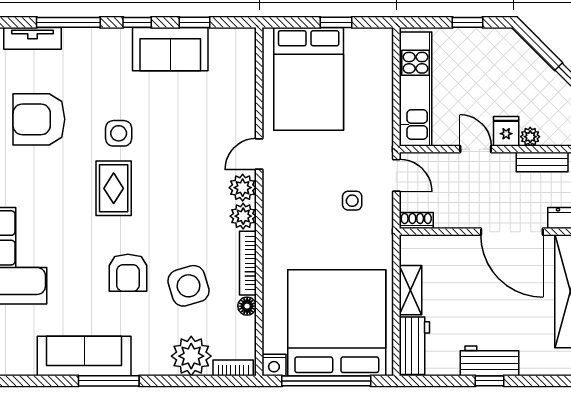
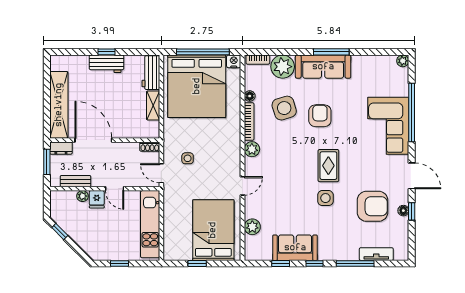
plant: (243, 188) -> (252, 227), moved
sofa: (84, 356) -> (323, 67), moved

